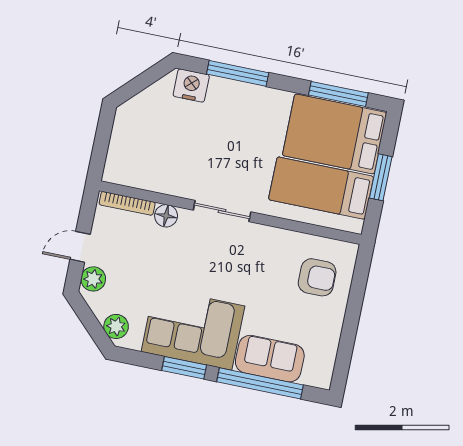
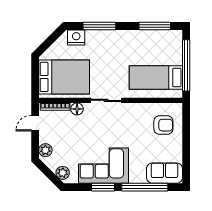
bed: (335, 134) -> (64, 77), moved, turned 180
window: (381, 177) -> (186, 65), width x2.11
door: (80, 247) -> (35, 123), moved
sofa: (270, 359) -> (165, 173), moved

